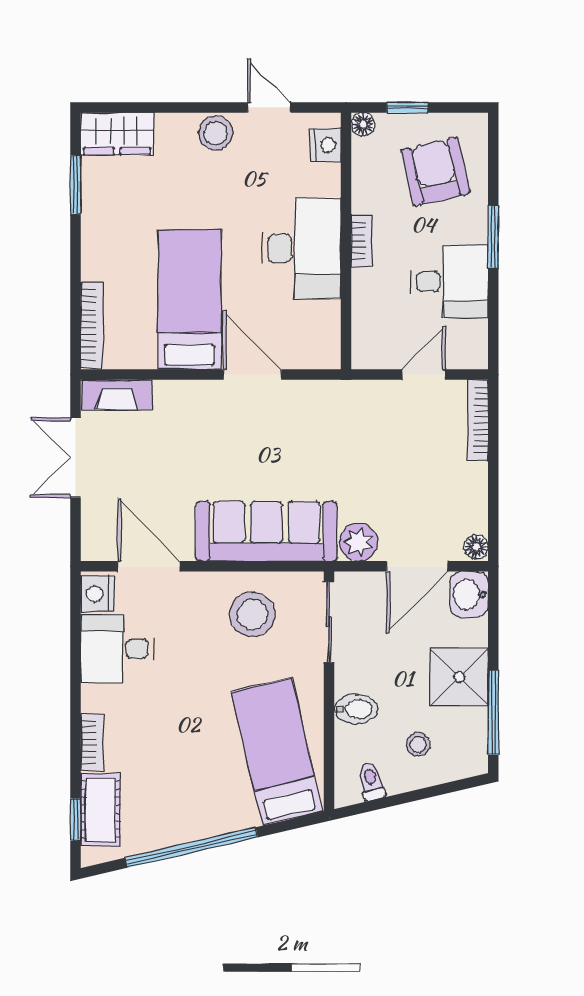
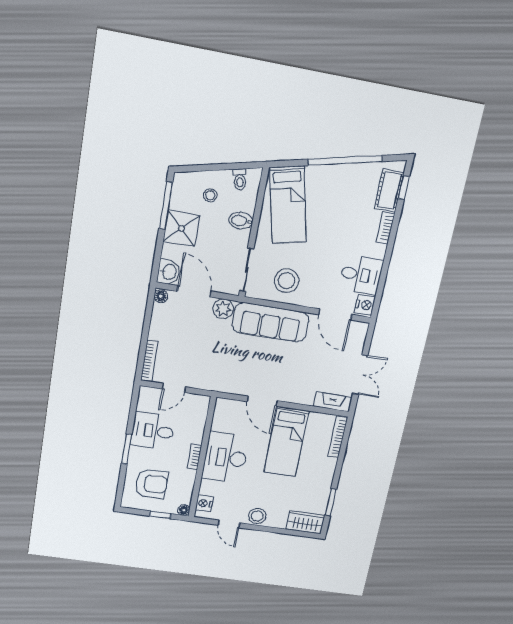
armchair: (435, 172) -> (151, 484), turned -77
door: (417, 566) -> (194, 291), hinge flipped

